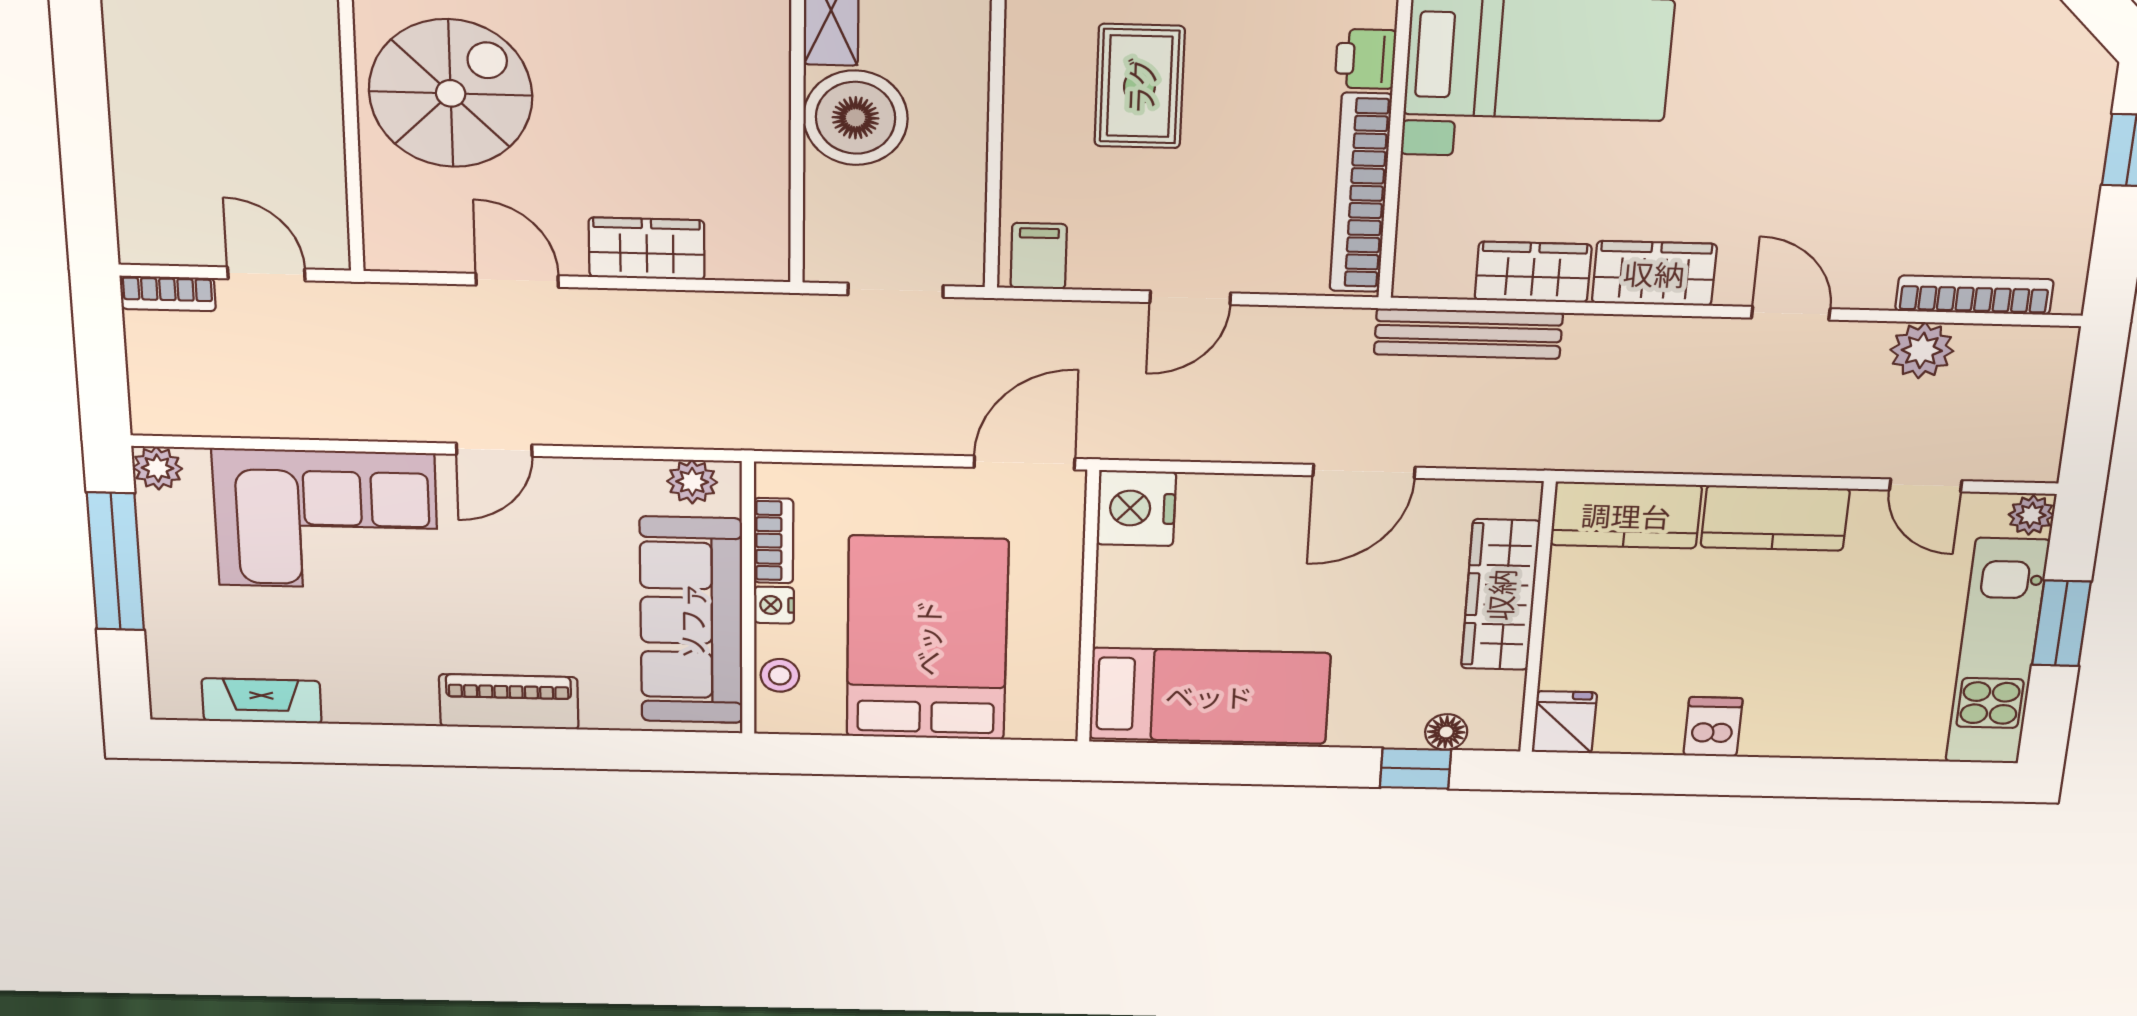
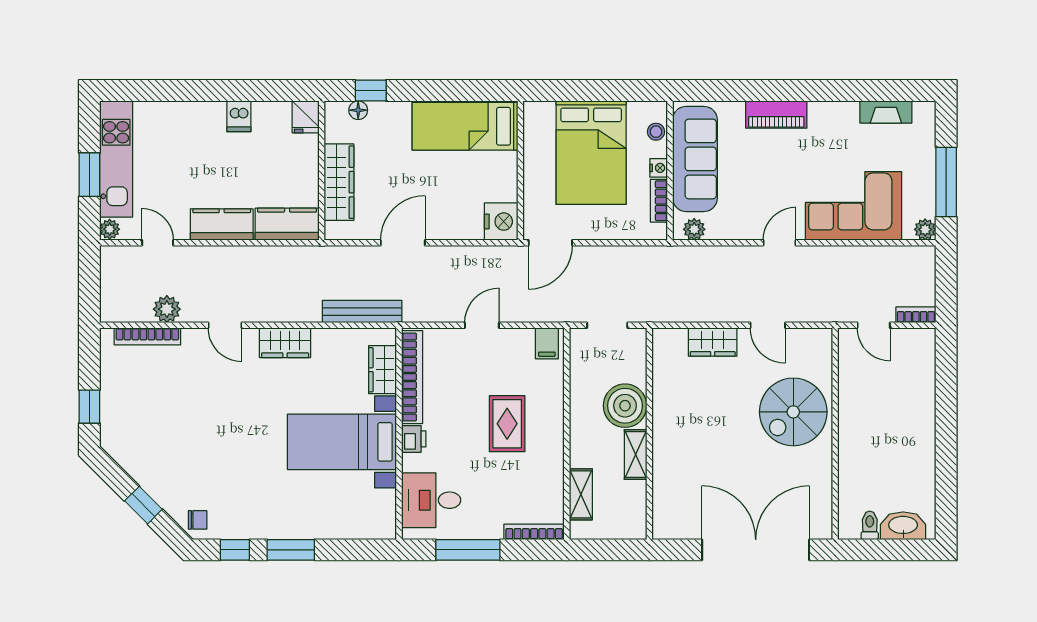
wardrobe: (1533, 272) -> (383, 370), moved, turned 90

